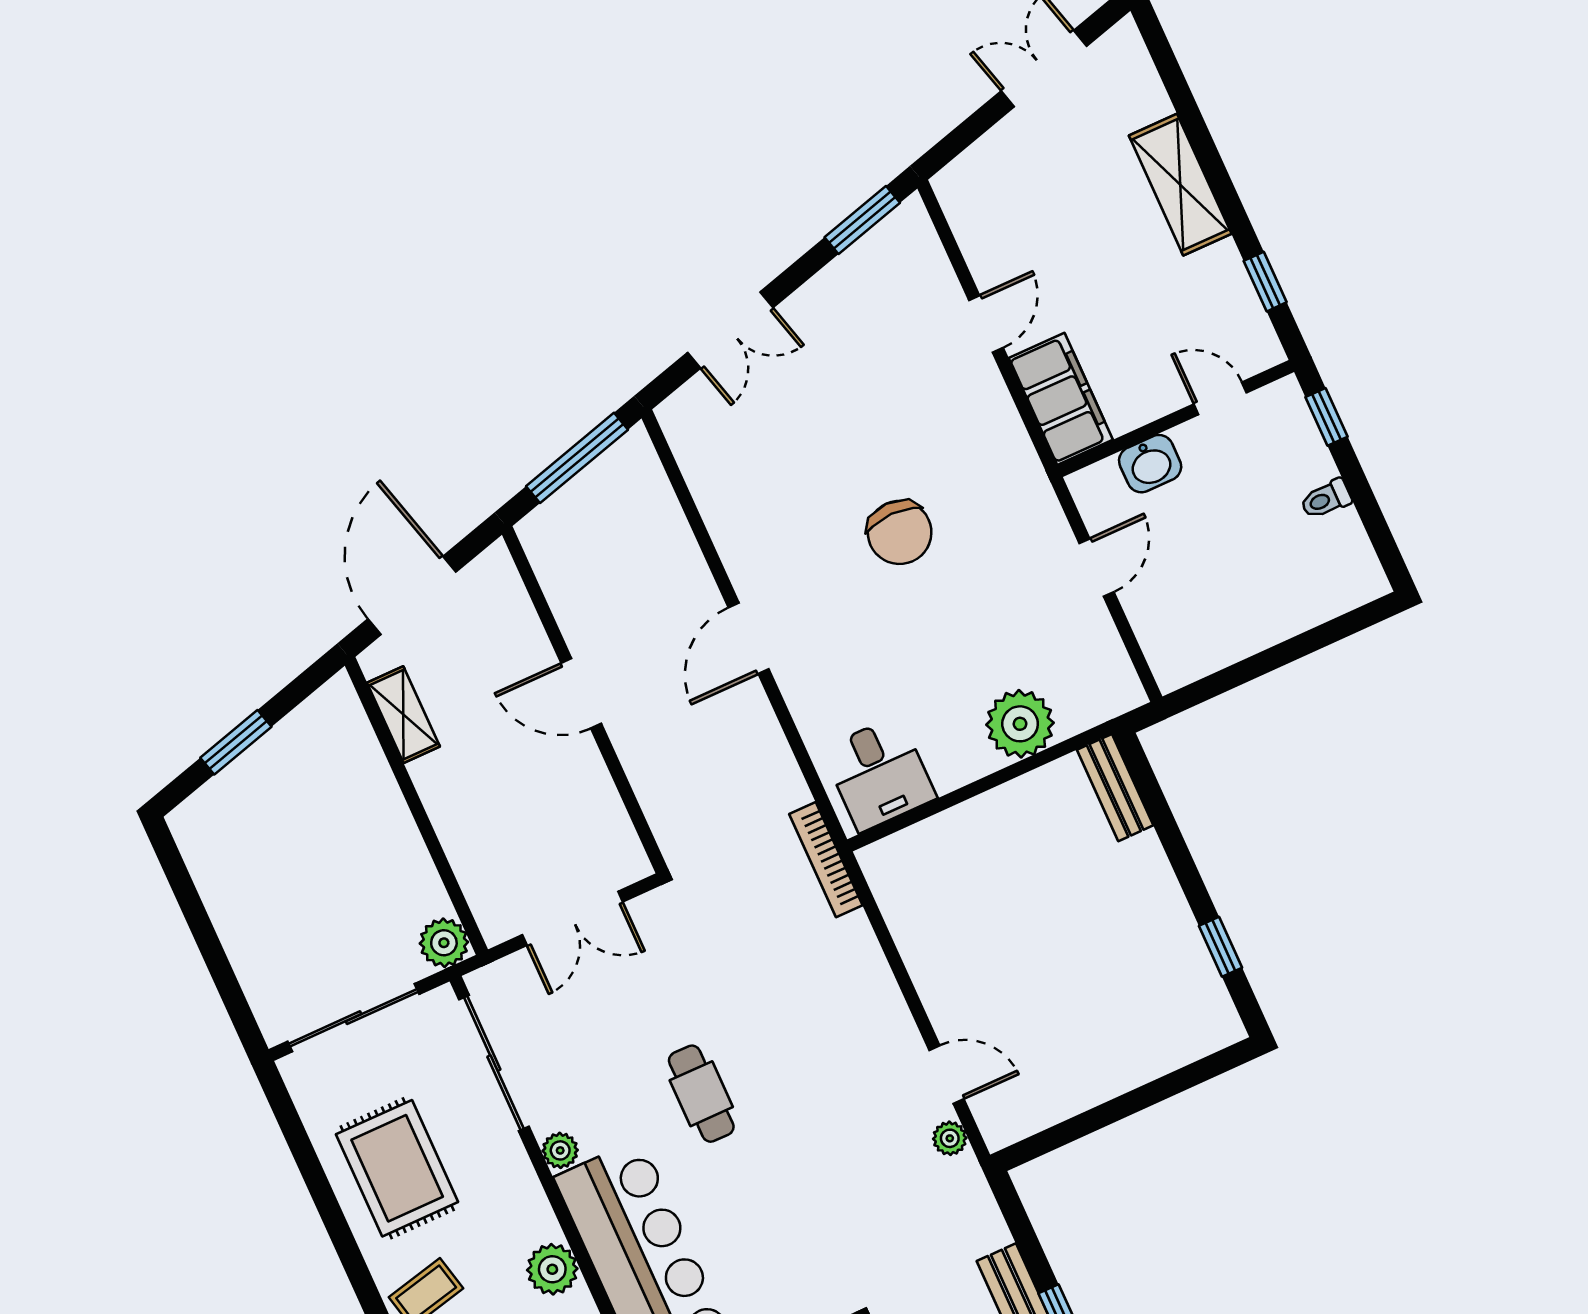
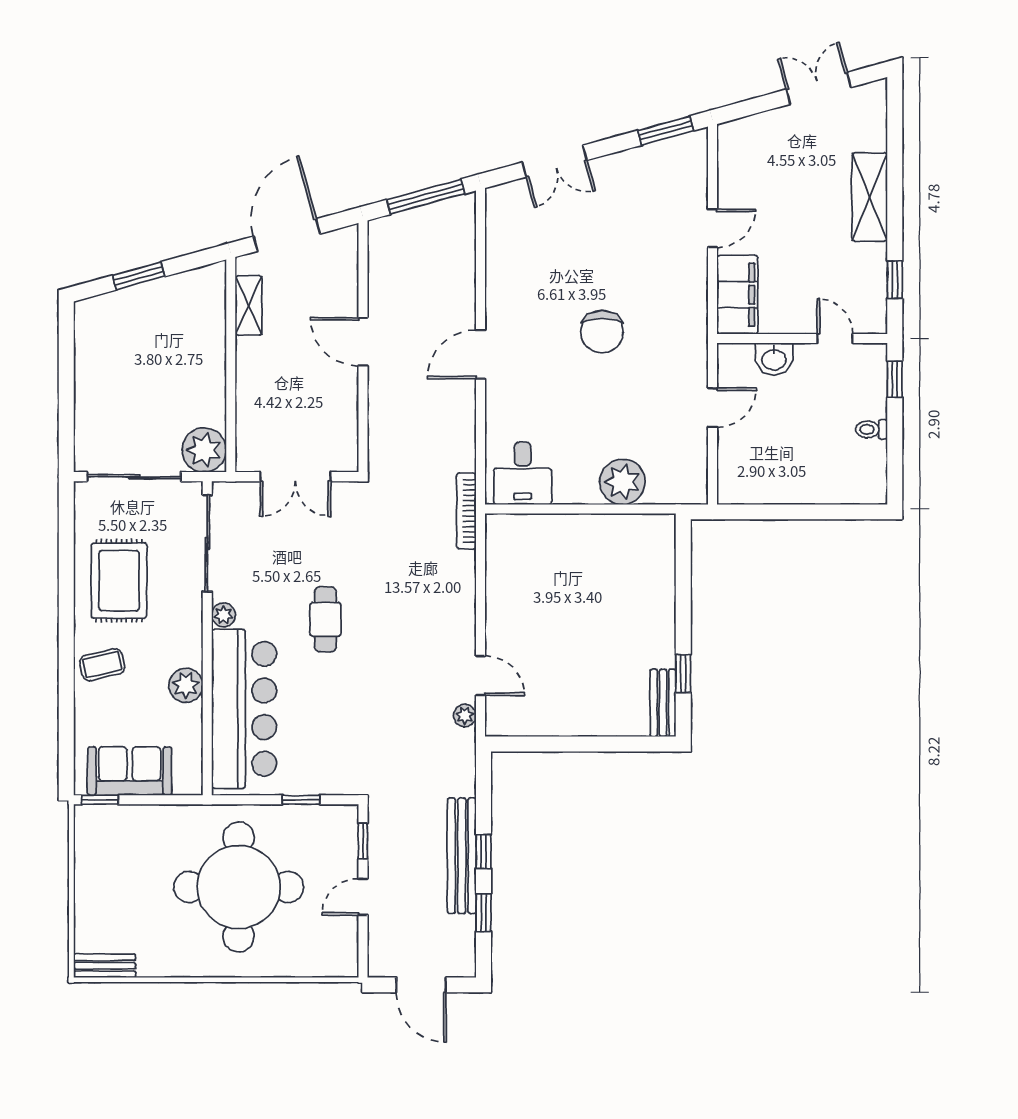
bench: (1115, 788) -> (663, 703), moved
plant: (444, 943) -> (204, 450), width x1.36, depth x1.36

